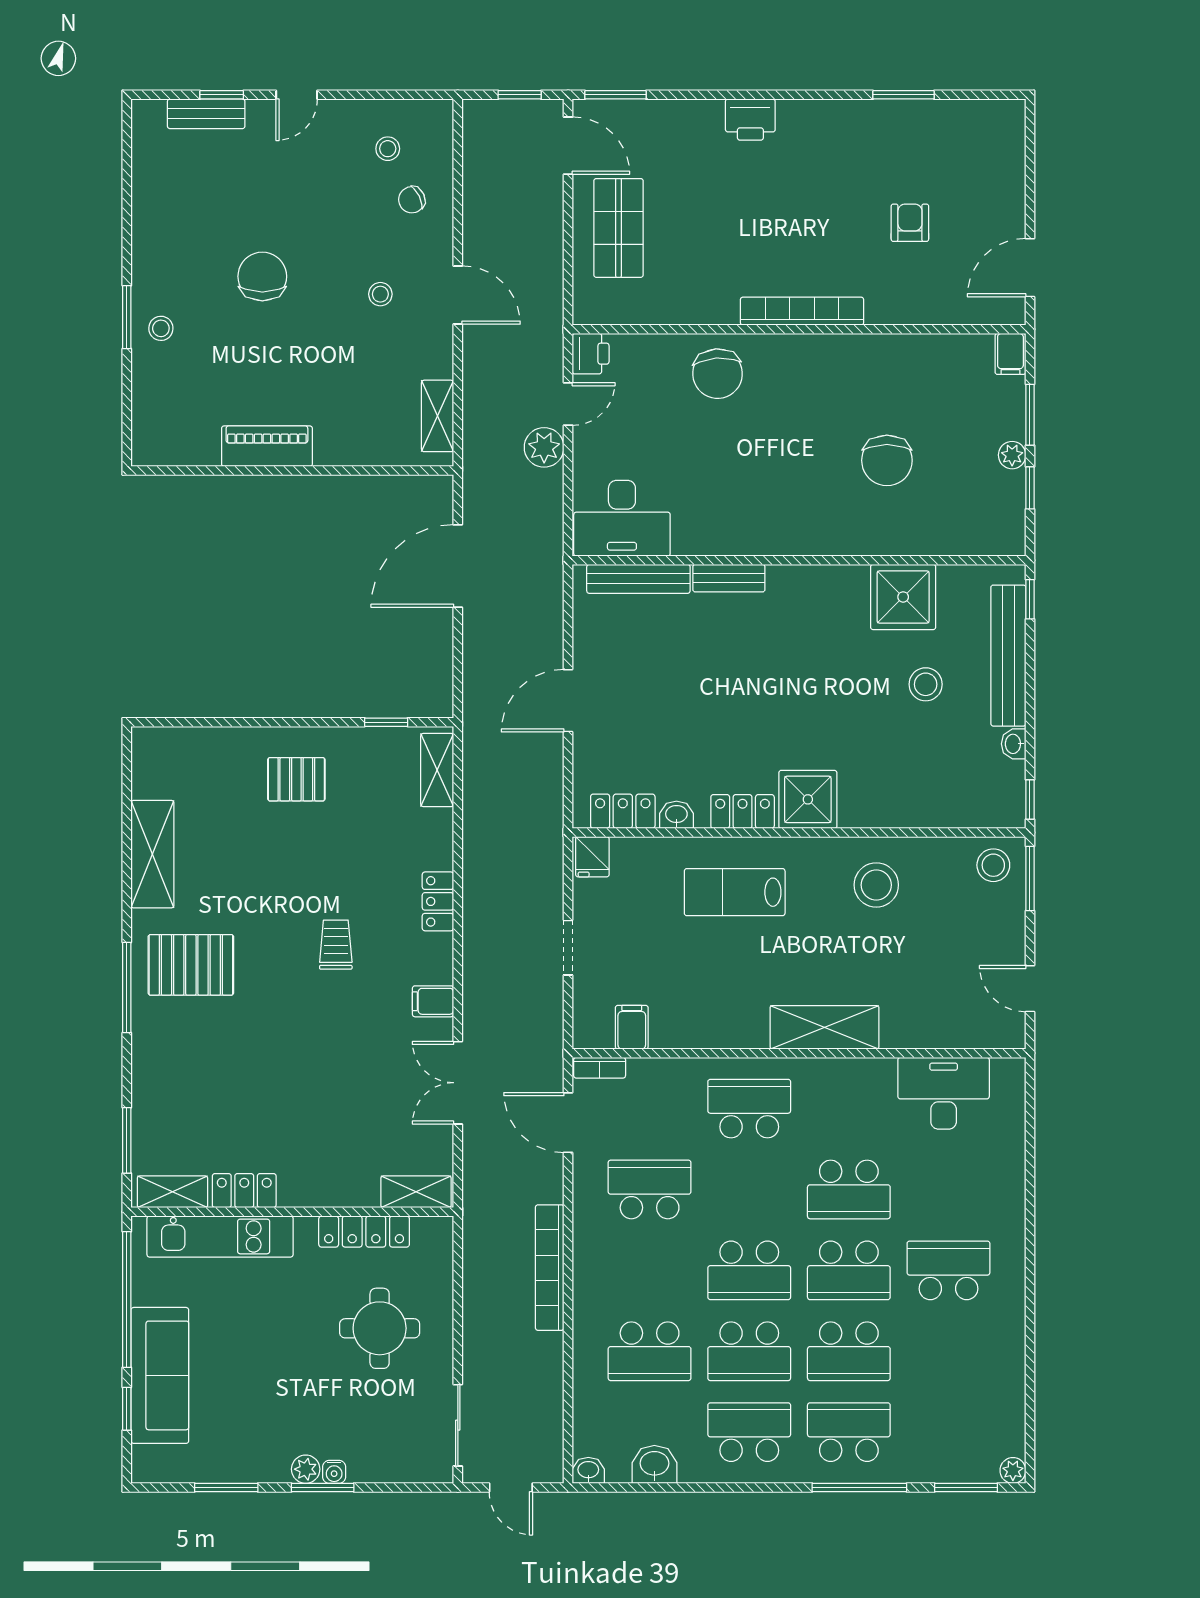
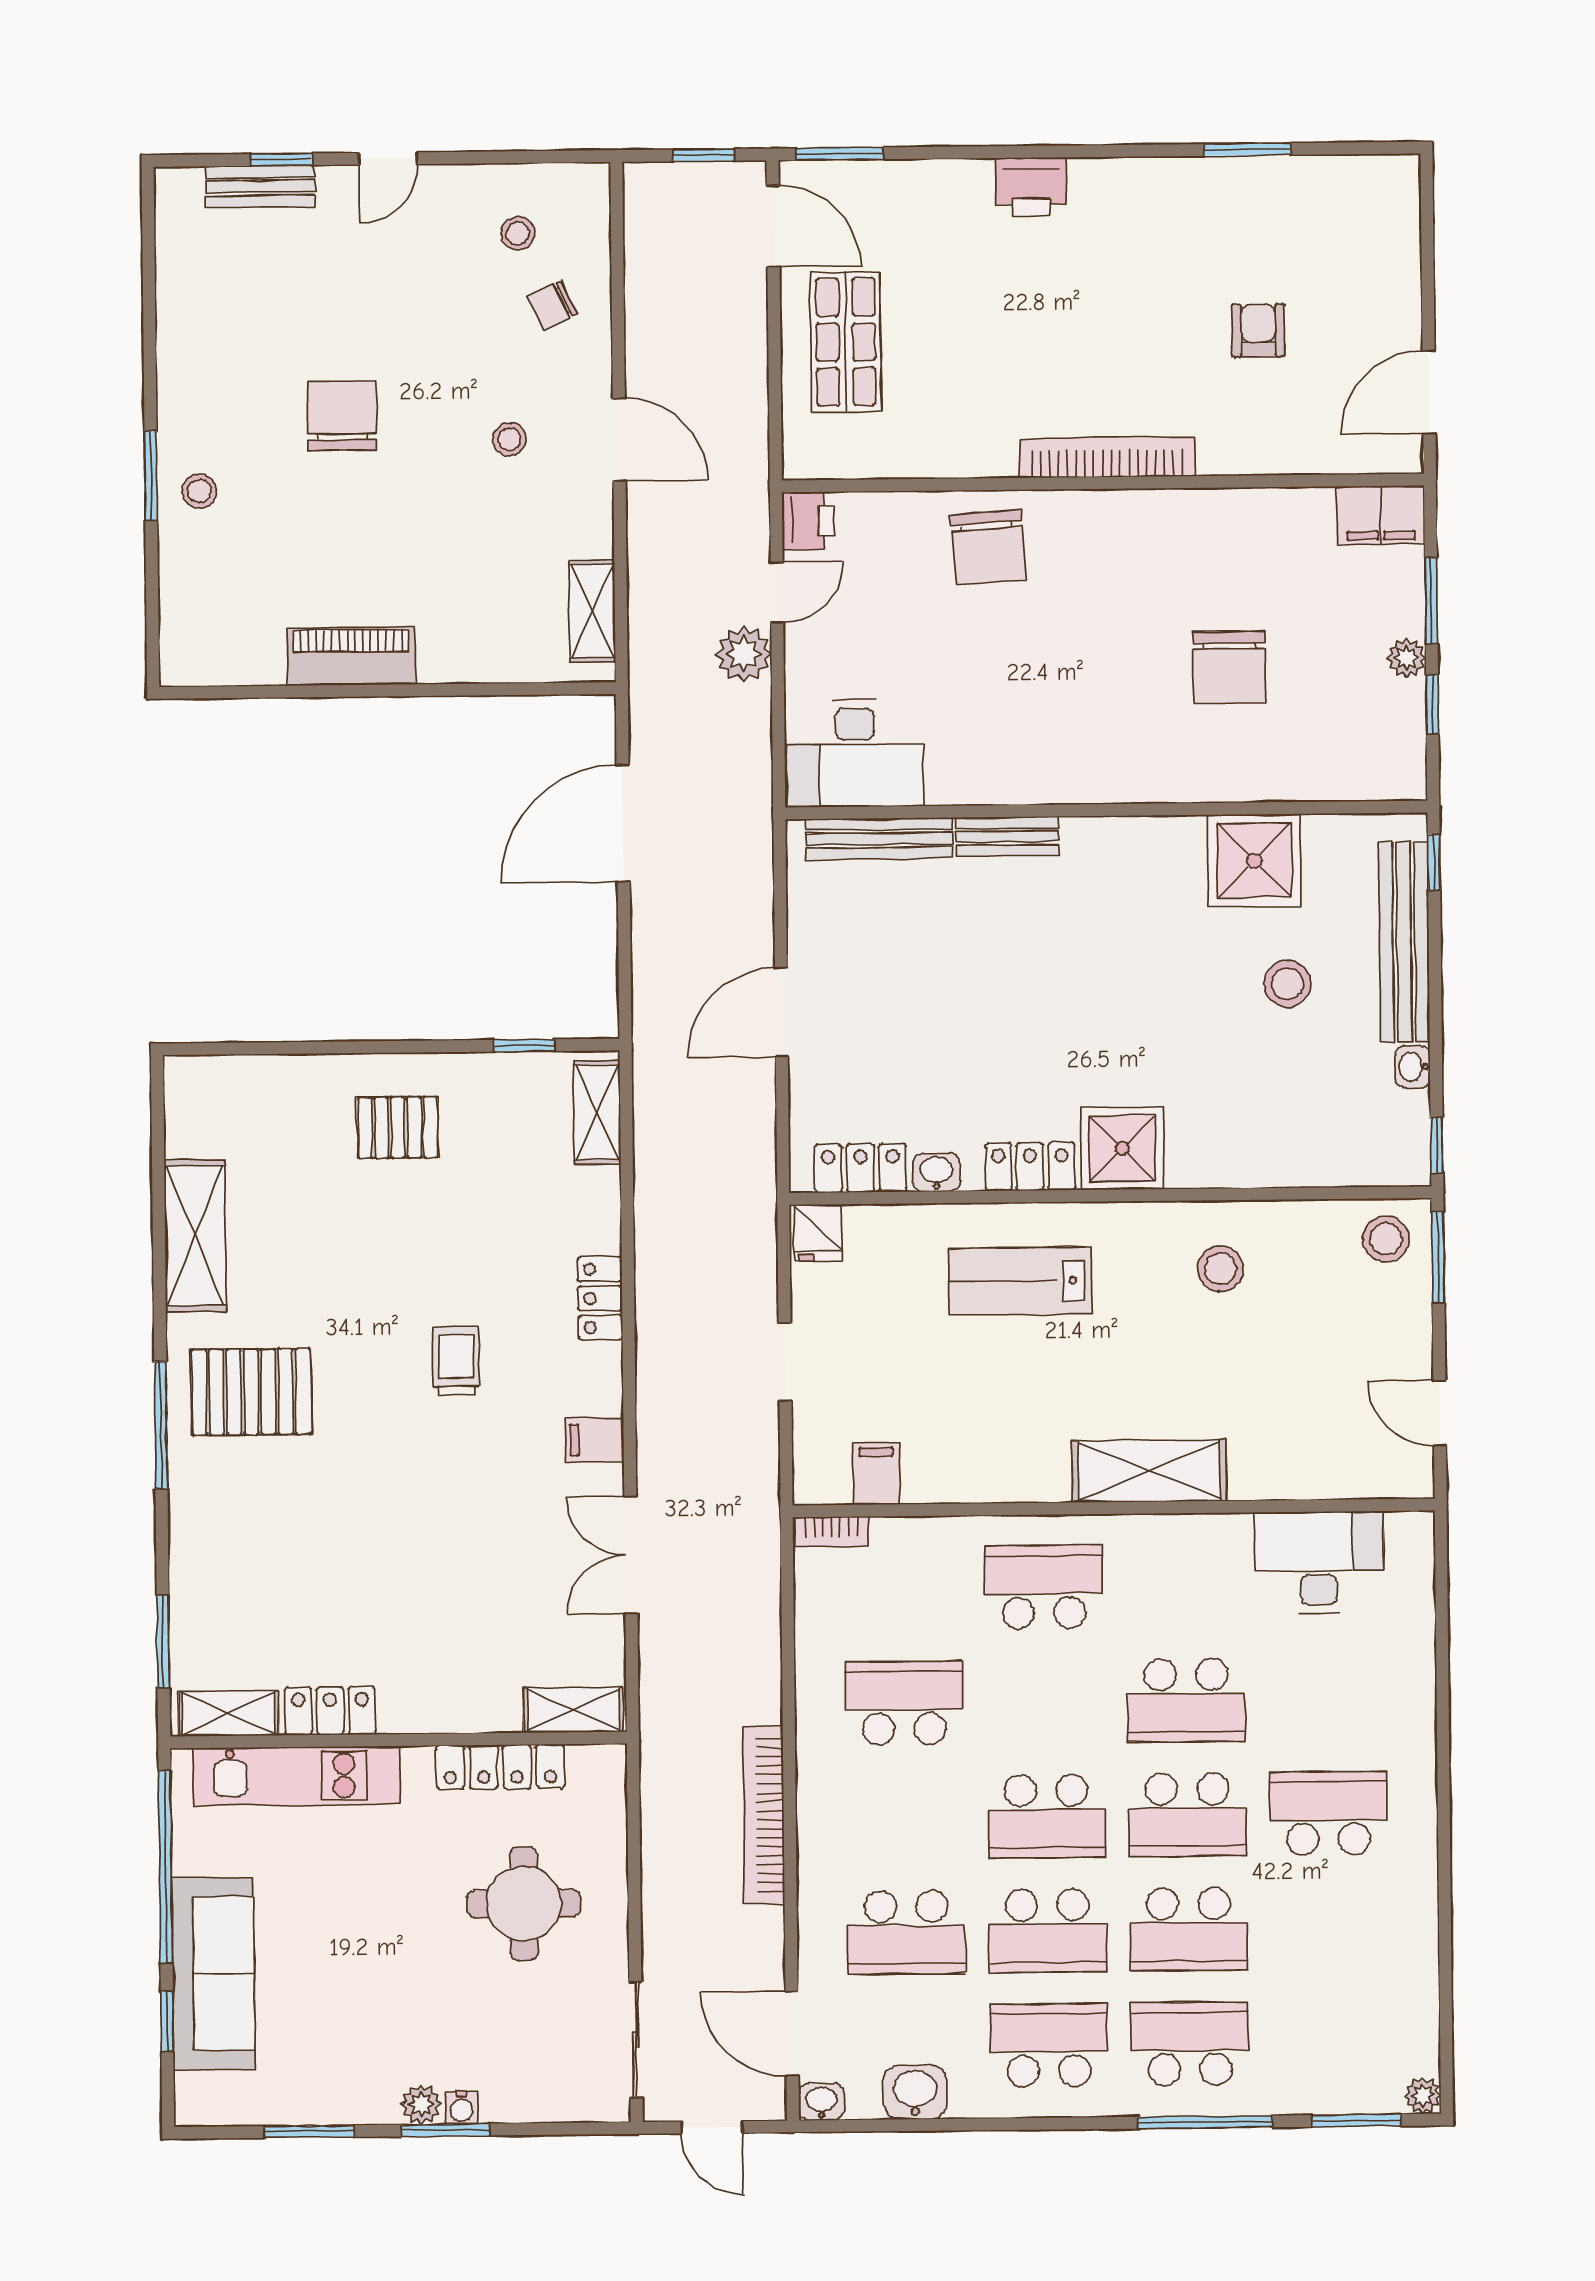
filing cabinet: (1010, 354) -> (1381, 515), width x2.00
stool: (876, 885) -> (1220, 1269), width x0.73, depth x0.73
door: (568, 1123) -> (792, 2033), moved

